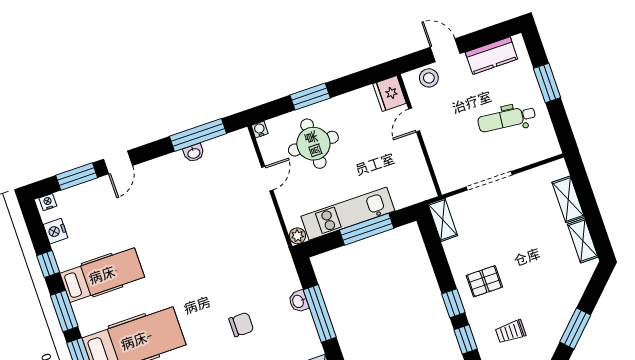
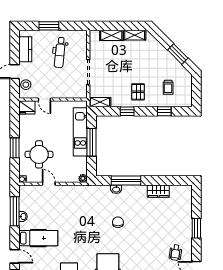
hospital bed: (165, 193) -> (38, 238), added
kitchen unit: (348, 214) -> (80, 132), moved
window: (453, 303) -> (127, 111), moved

